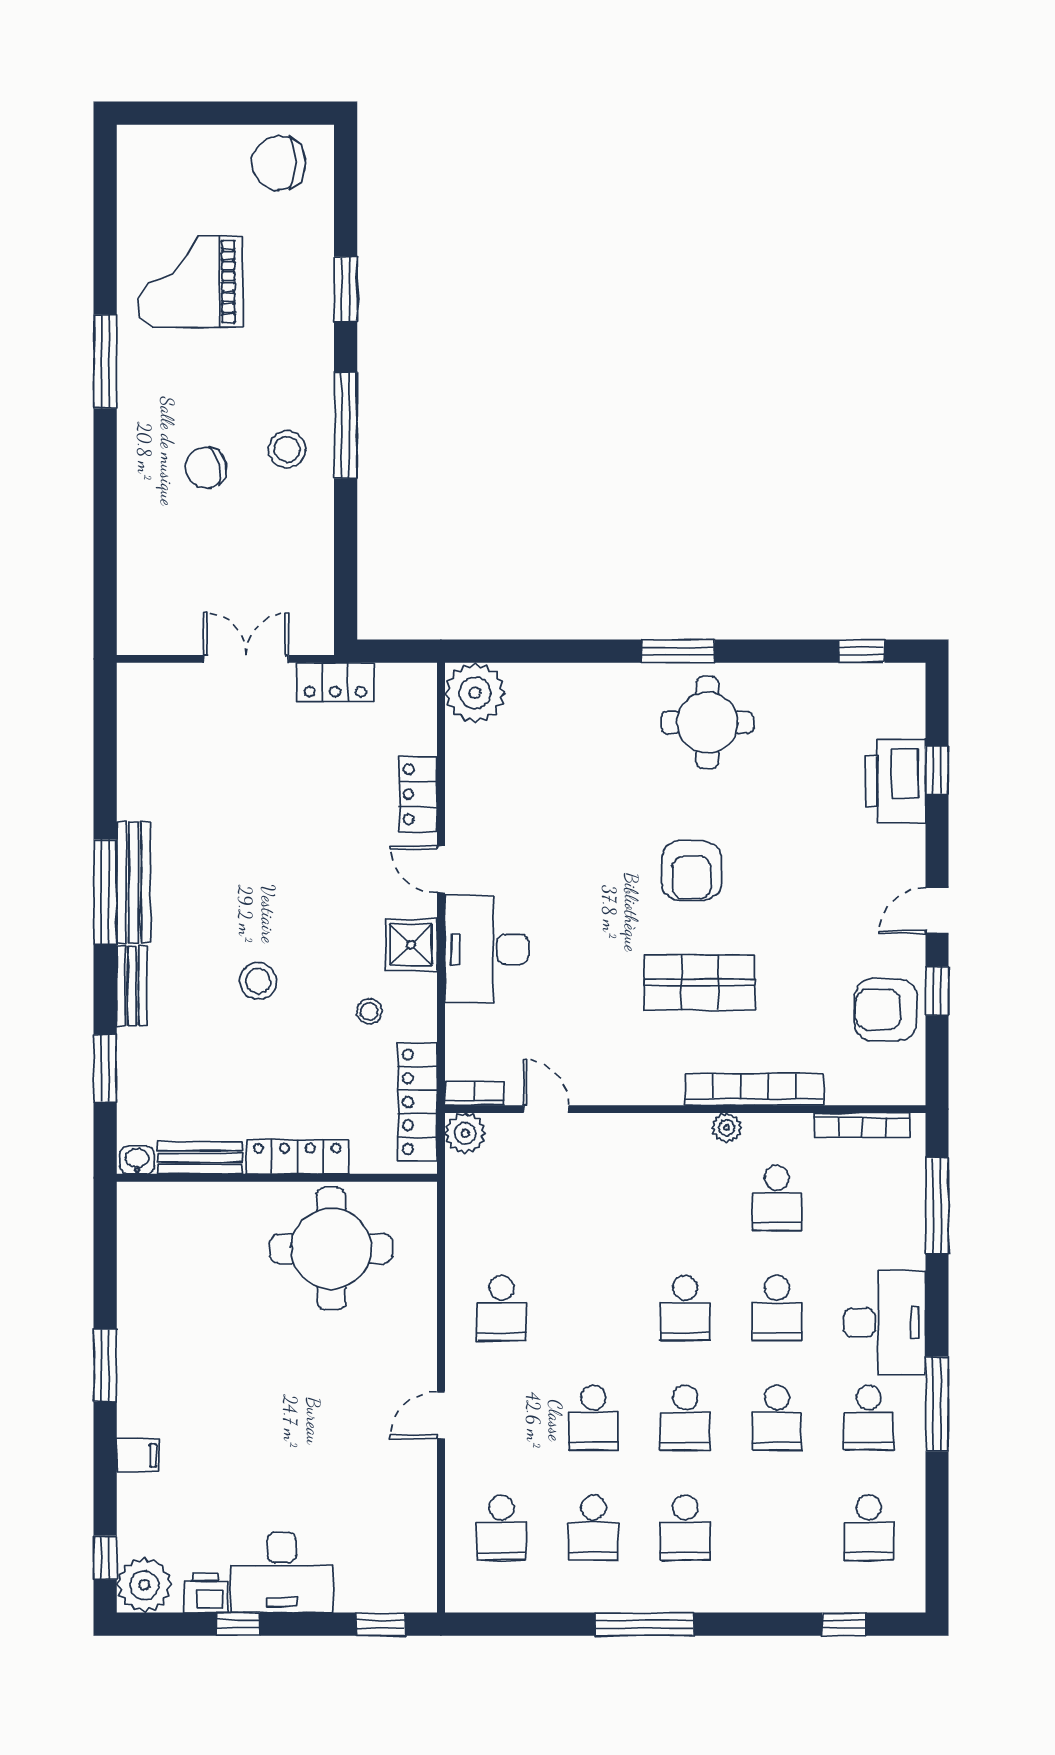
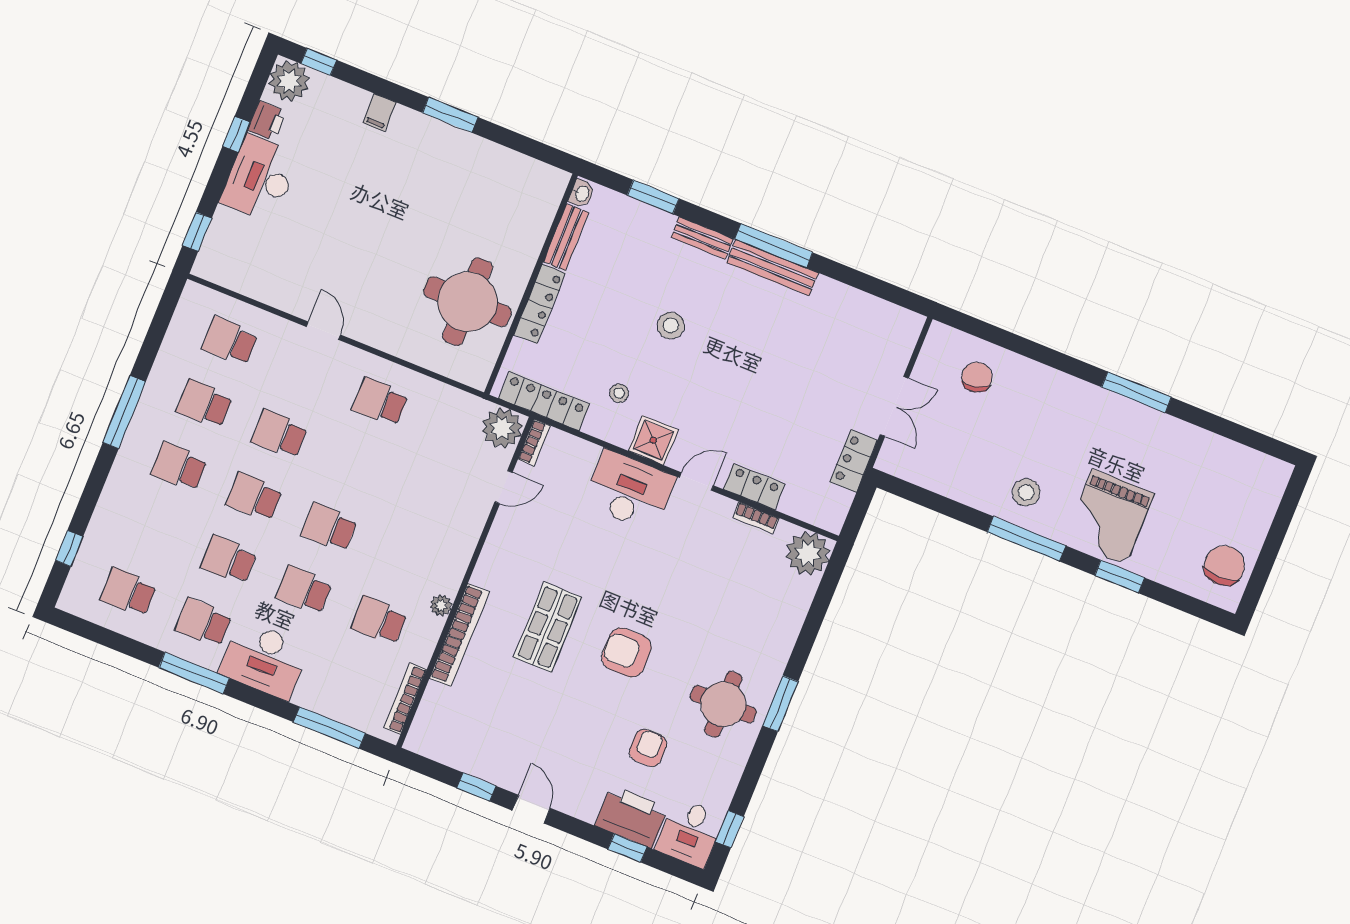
grand piano: (190, 282) -> (1109, 517), moved, turned 180
chair: (206, 468) -> (977, 377), moved
desk: (886, 699) -> (690, 833), added
bookcase: (456, 776) -> (756, 518), added
armchair: (886, 1010) -> (648, 748), moved, width x0.72, depth x0.72
plant: (465, 1133) -> (502, 428), width x1.36, depth x1.36

